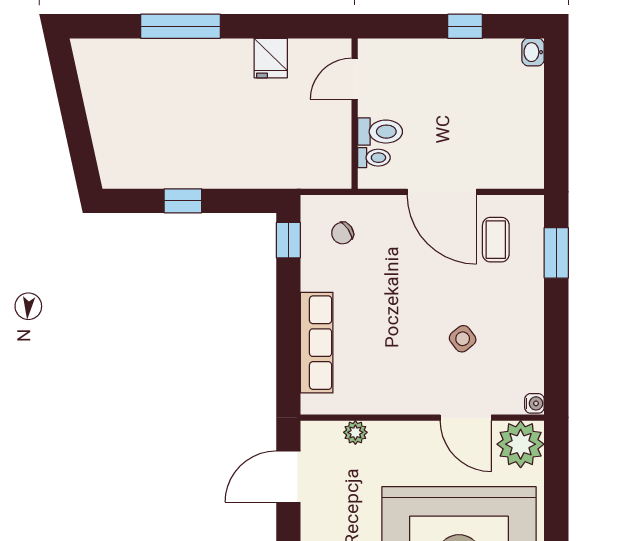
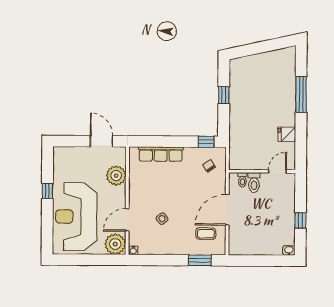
door: (355, 79) -> (277, 171), hinge flipped
plant: (355, 432) -> (116, 176), width x1.88, depth x1.88

